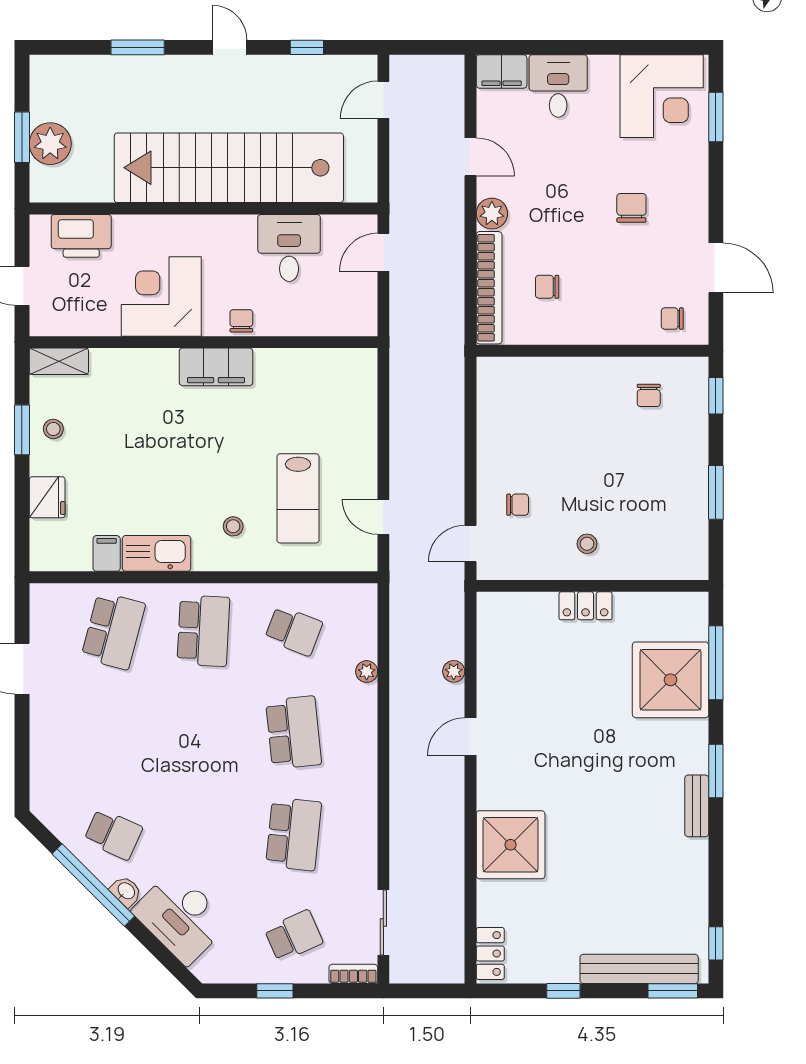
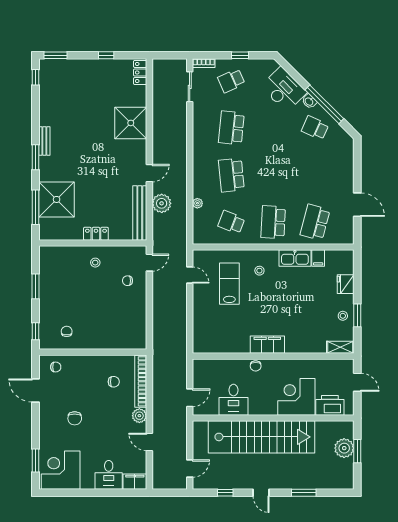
corner desk: (161, 296) -> (296, 397), moved, turned 180
plant: (454, 671) -> (162, 203), width x1.88, depth x1.88
bench: (639, 969) -> (140, 213), moved, turned 90

